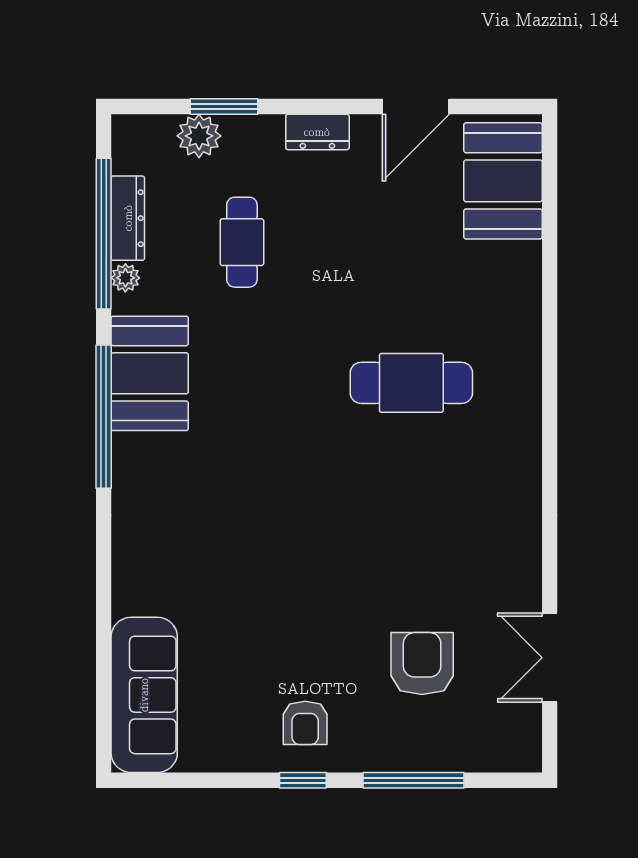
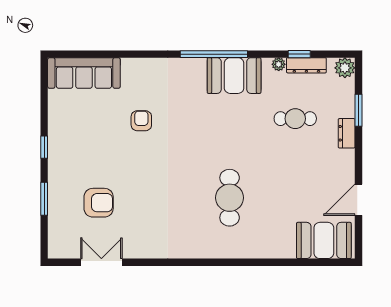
door: (416, 107) -> (359, 200), hinge flipped
dresser: (317, 132) -> (347, 133), moved
plant: (199, 136) -> (345, 68), moved
window: (104, 234) -> (299, 54), width x0.32
armchair: (305, 723) -> (141, 121), moved, turned 90
window: (413, 780) -> (44, 199), width x0.69

